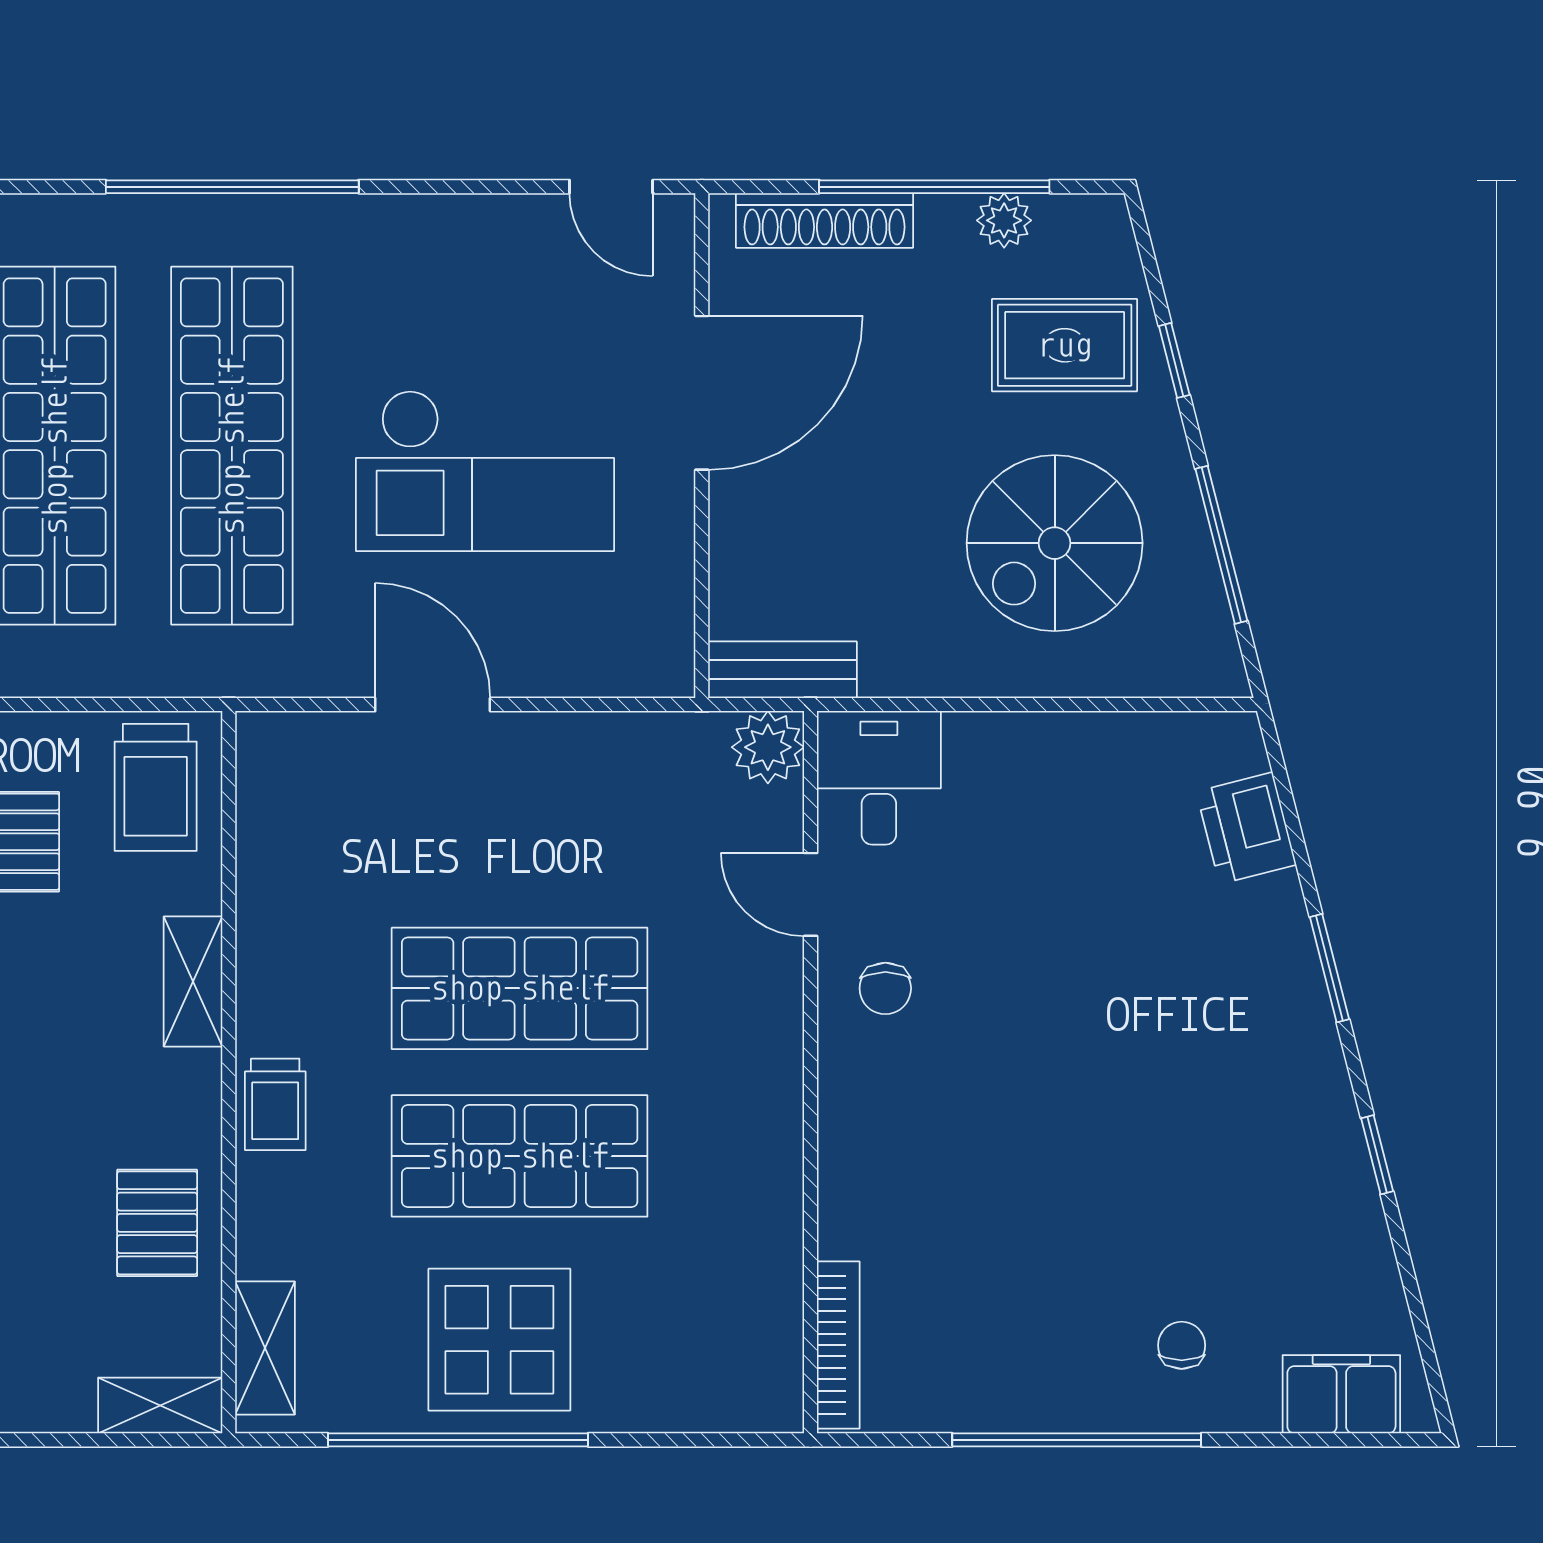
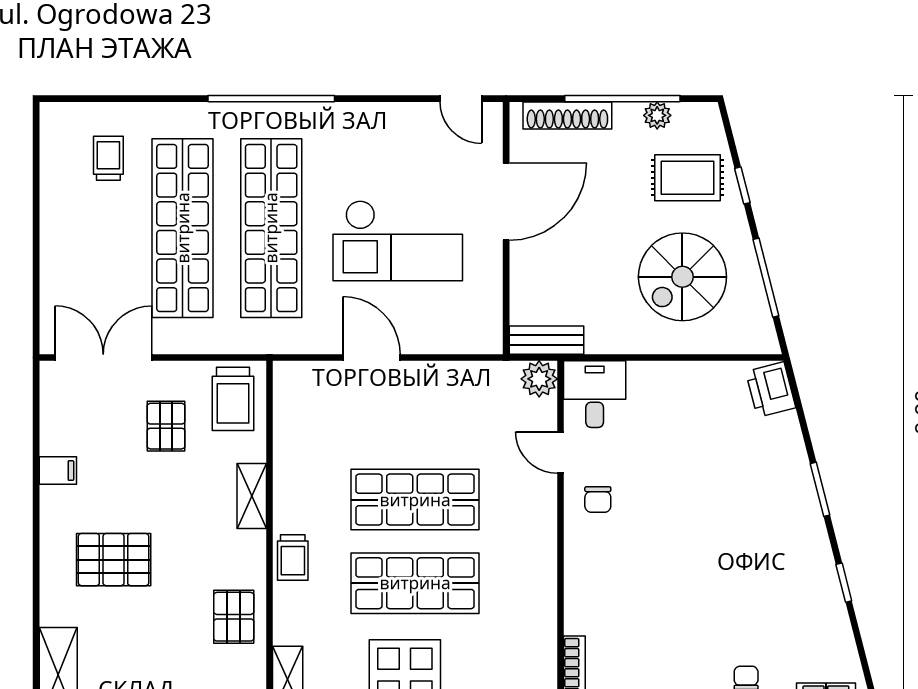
printer: (1246, 828) -> (771, 390), moved

